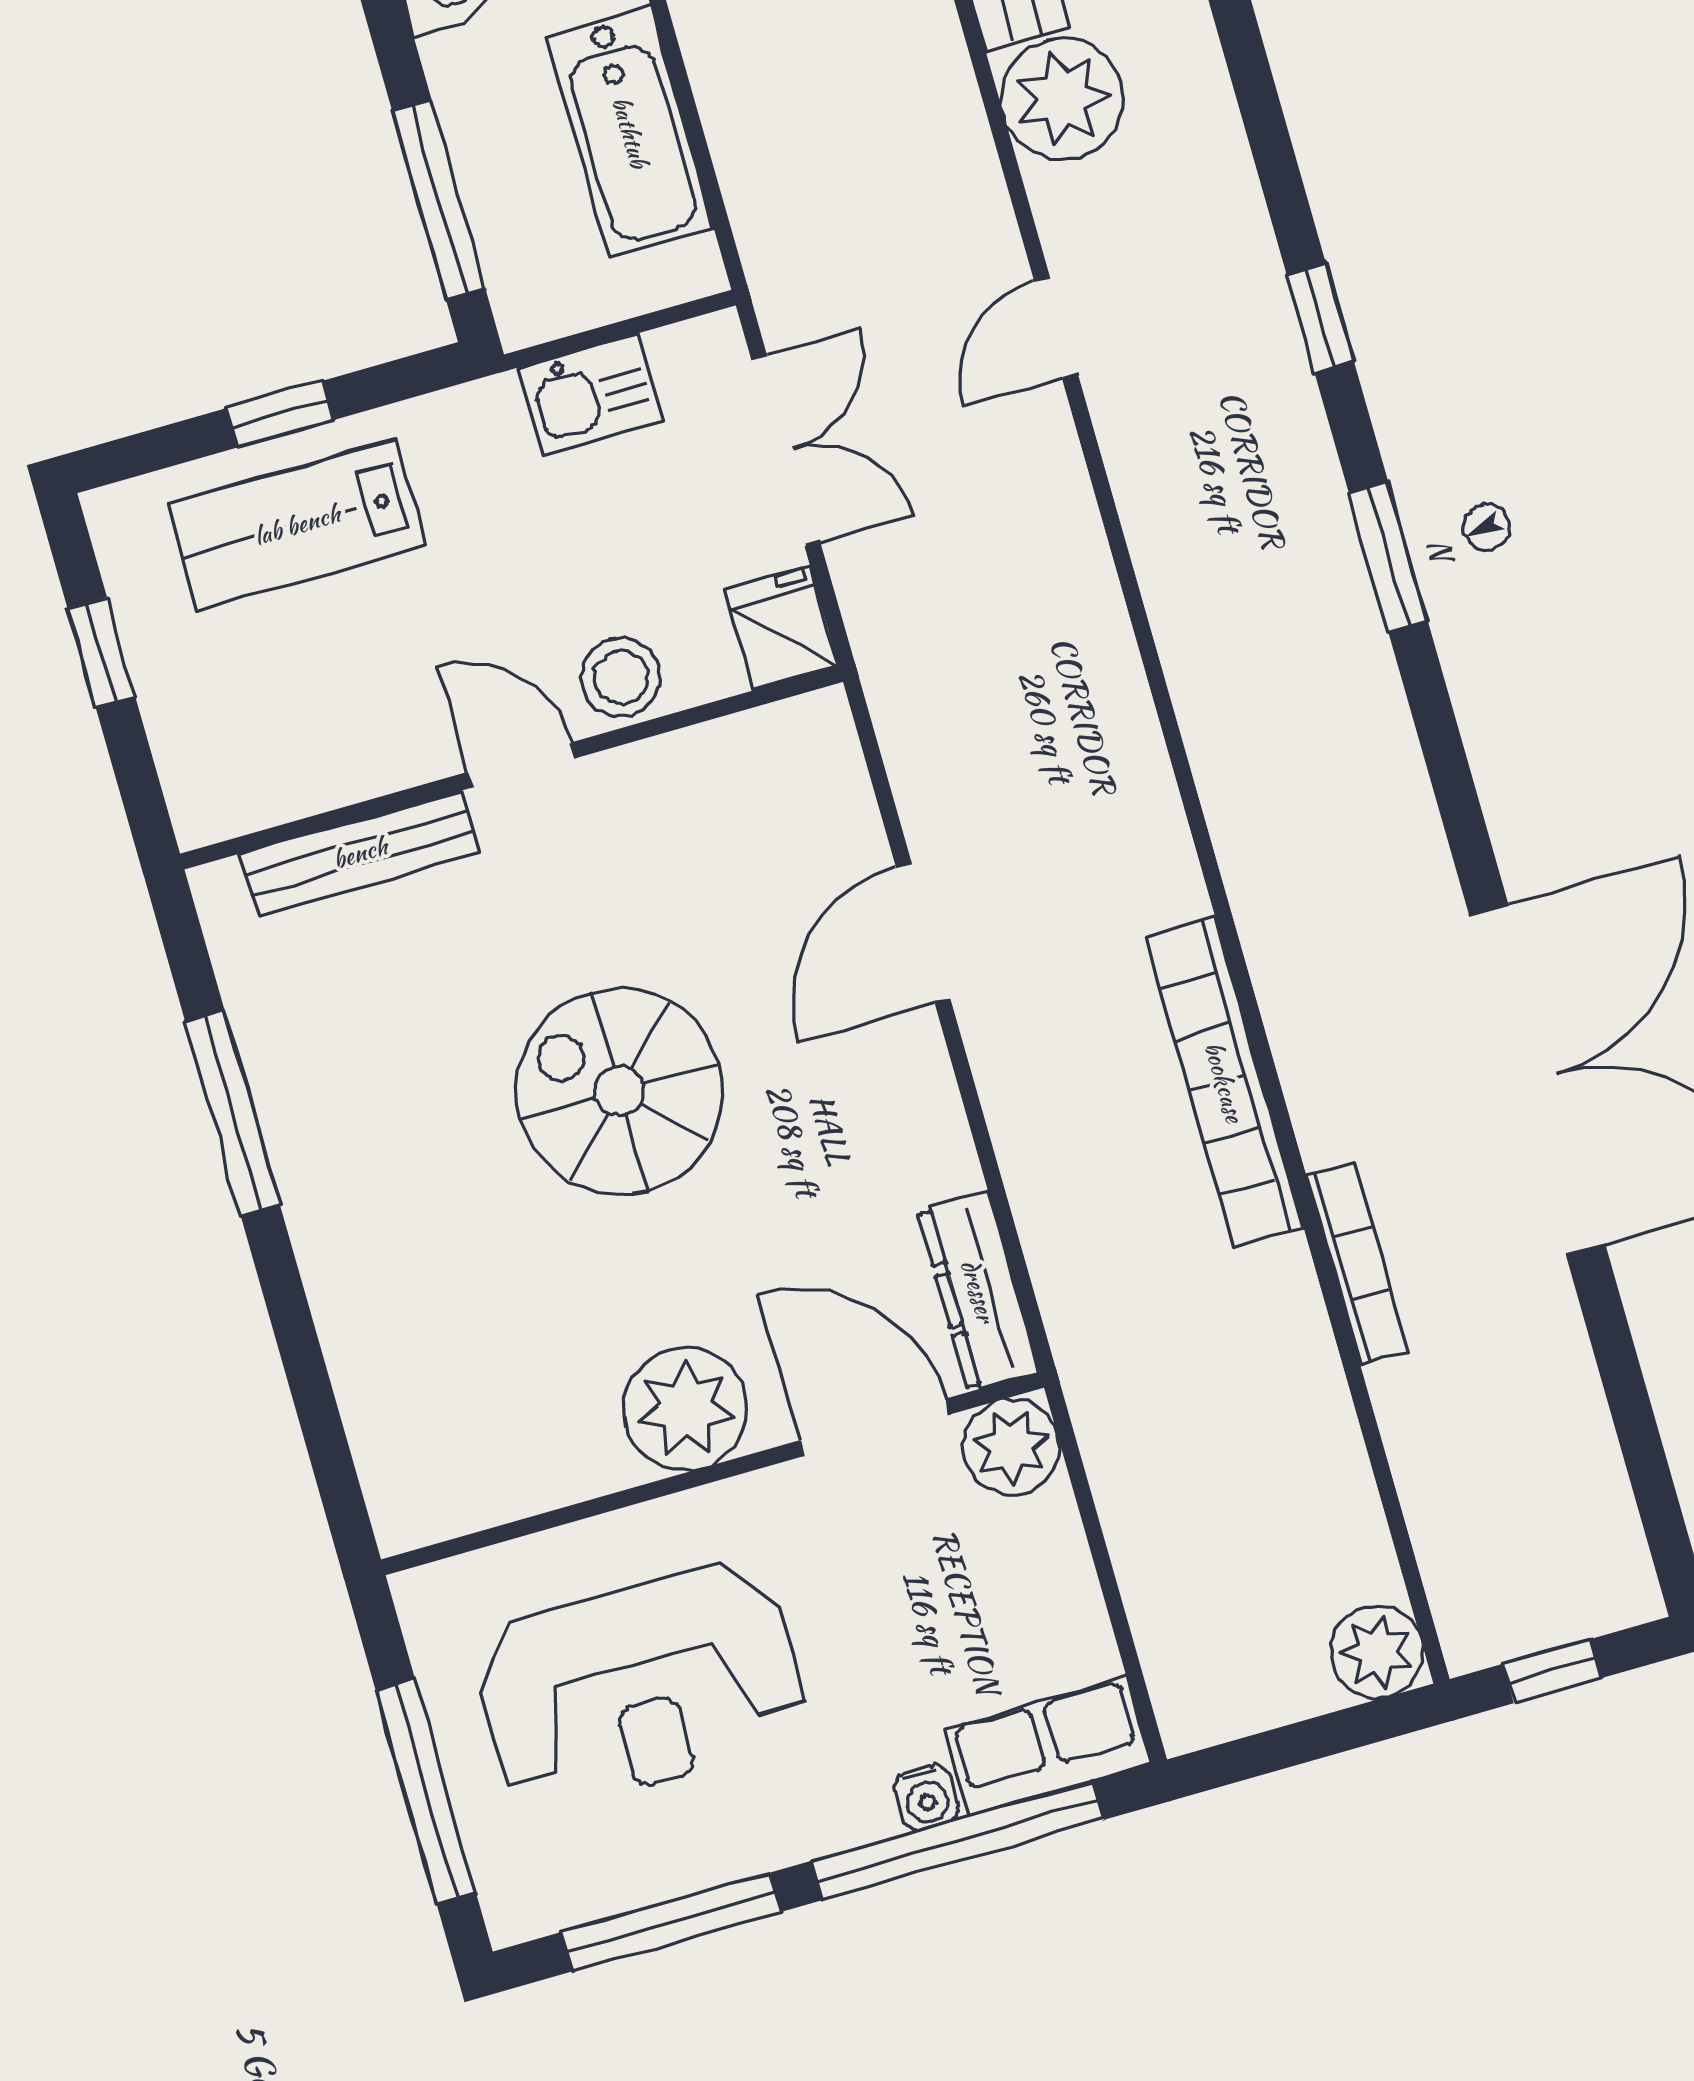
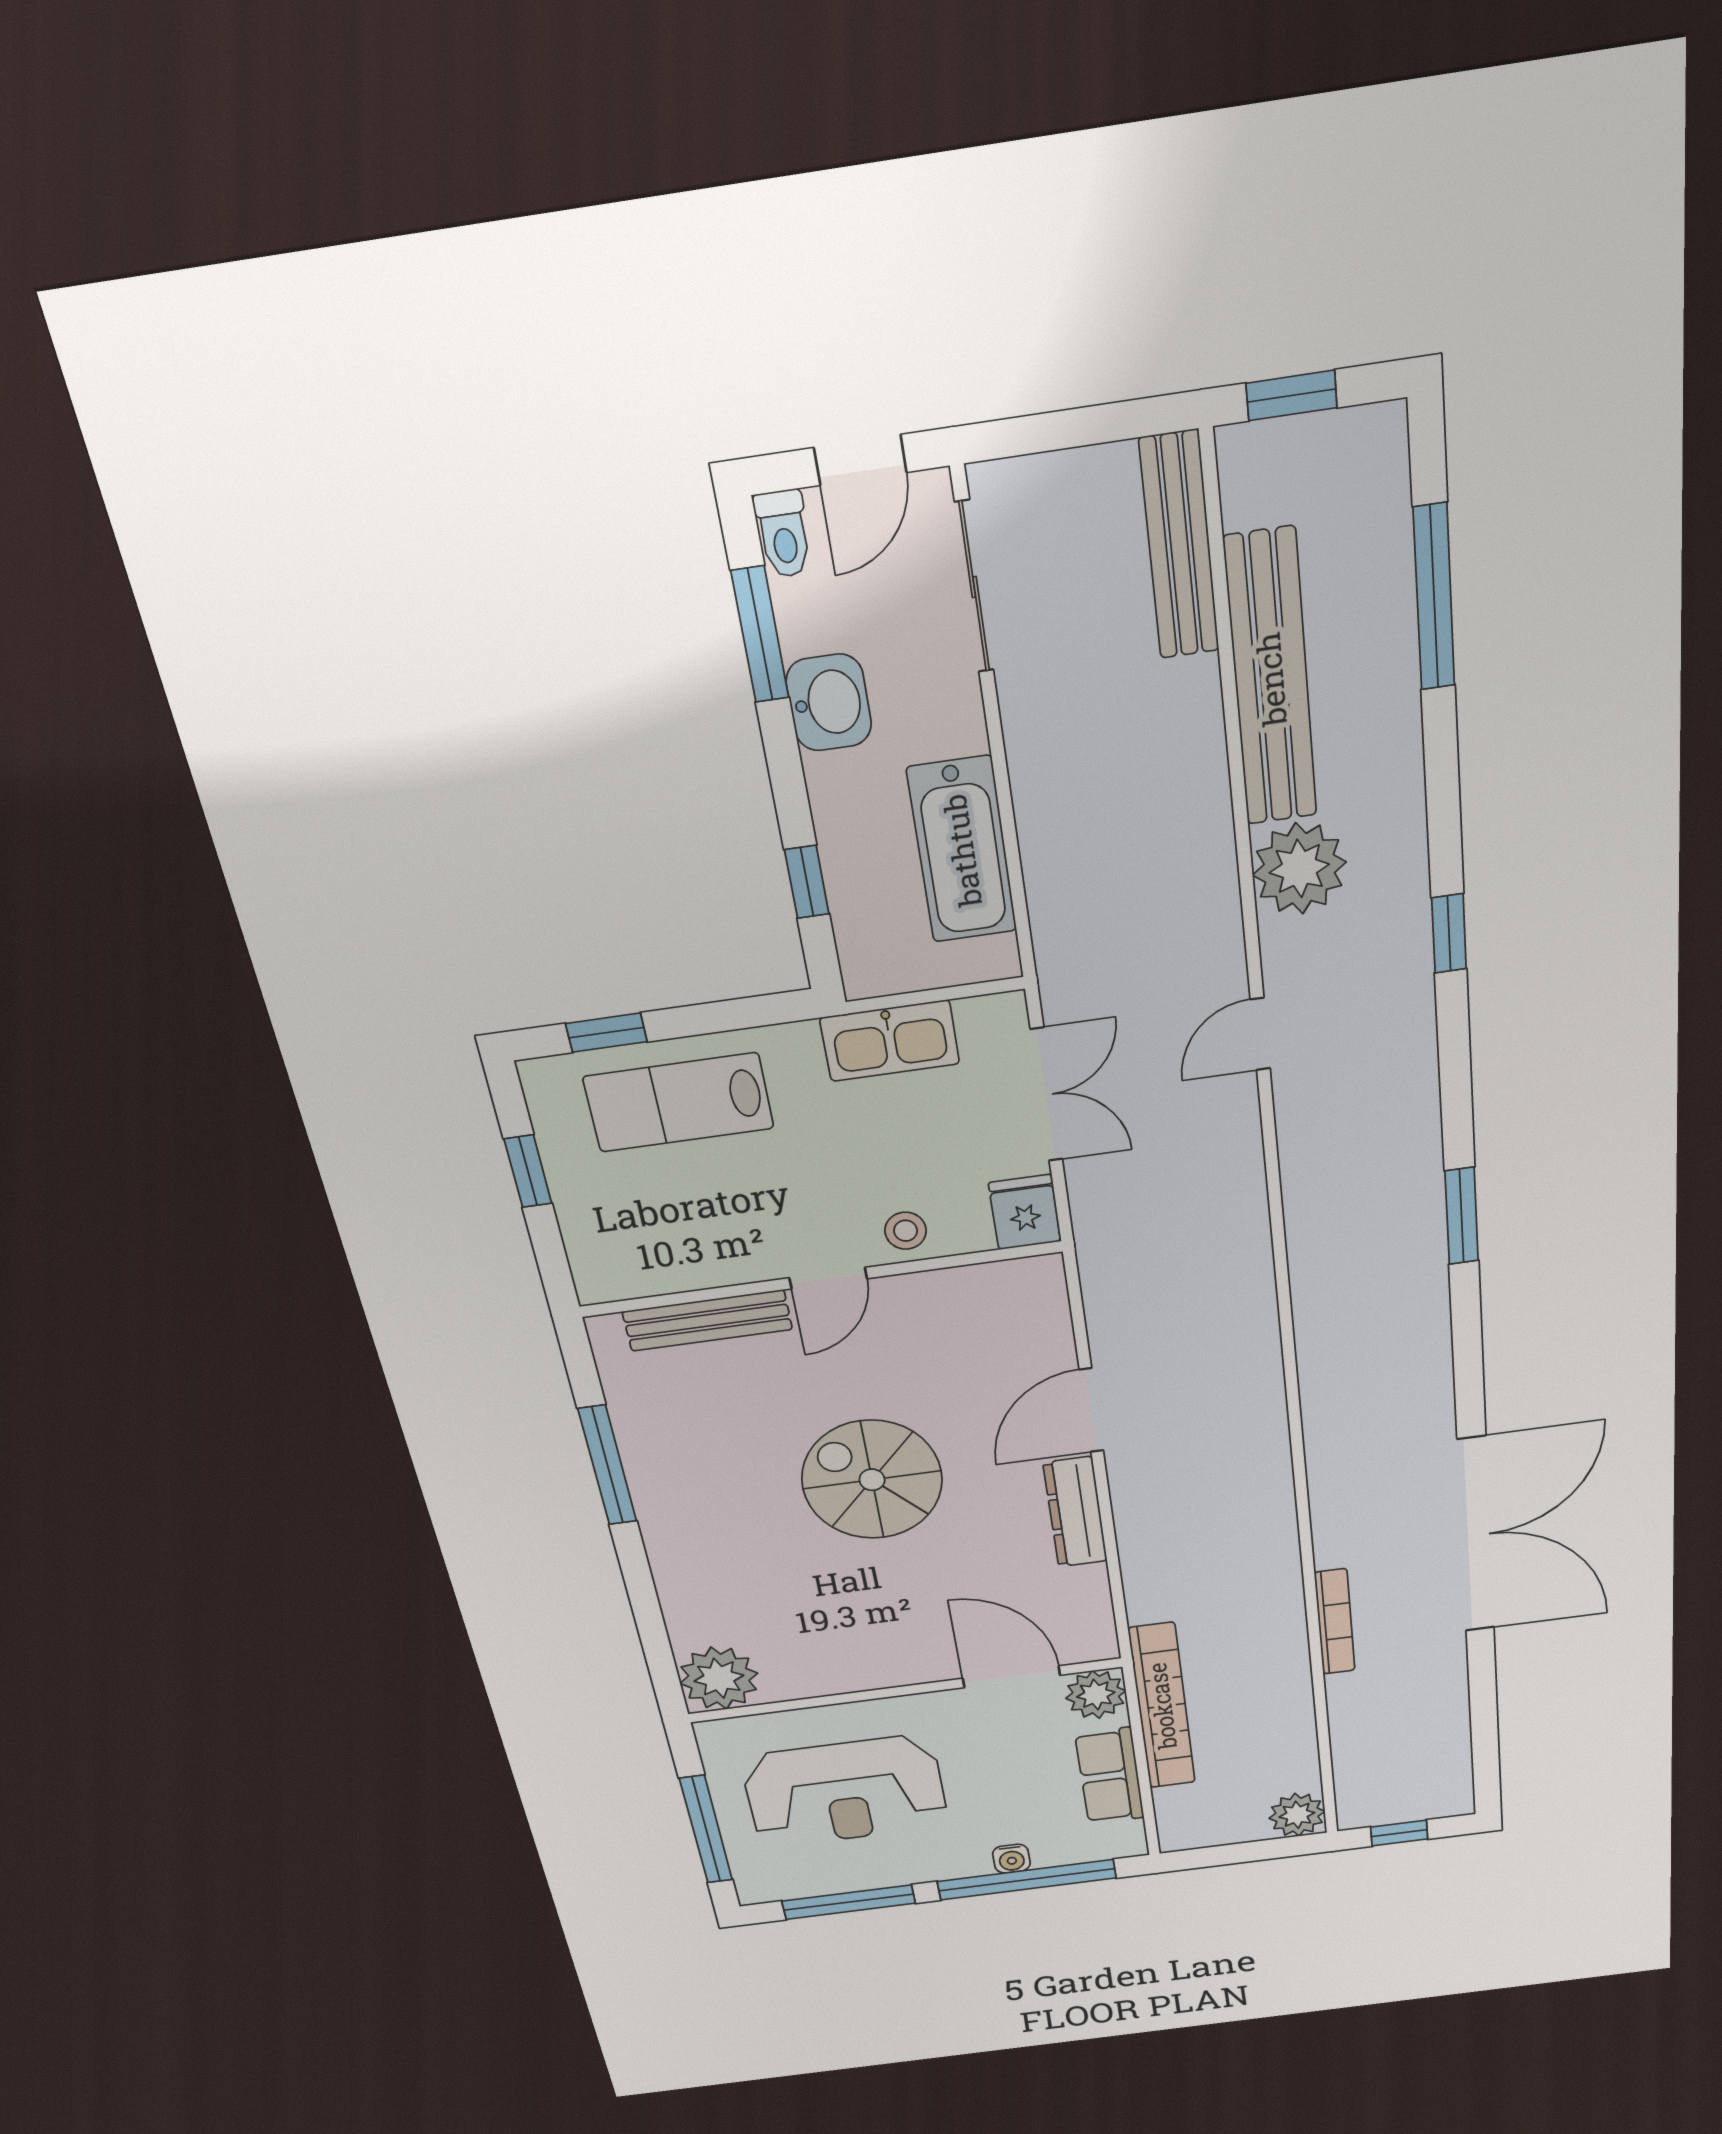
window: (439, 200) -> (807, 882), width x0.46
window: (1320, 318) -> (1449, 933), moved
kitchen sink: (591, 394) -> (890, 1041), width x1.38
window: (280, 414) -> (606, 1033), moved
stool: (621, 677) -> (906, 1231), width x0.73, depth x0.73
door: (522, 765) -> (828, 1278), swing flipped
bookcase: (1224, 1082) -> (1162, 1706), moved, turned 180
dresser: (978, 1291) -> (1075, 1512), moved
plant: (686, 1409) -> (719, 1678), moved
row of seats: (1048, 1746) -> (1110, 1776), moved, turned -90

